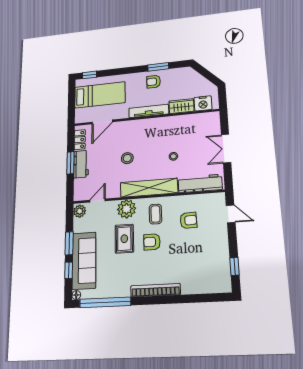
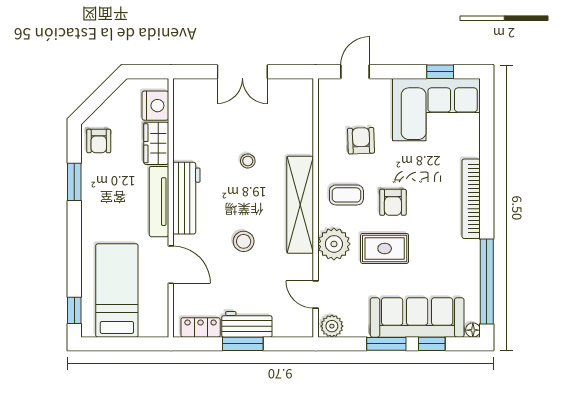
armchair: (153, 82) -> (99, 141), moved
door: (102, 122) -> (171, 265), moved
workbench: (200, 184) -> (186, 198), moved, turned 180
corner sofa: (210, 265) -> (436, 110), added

